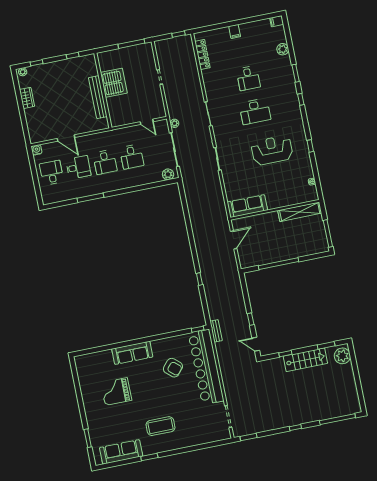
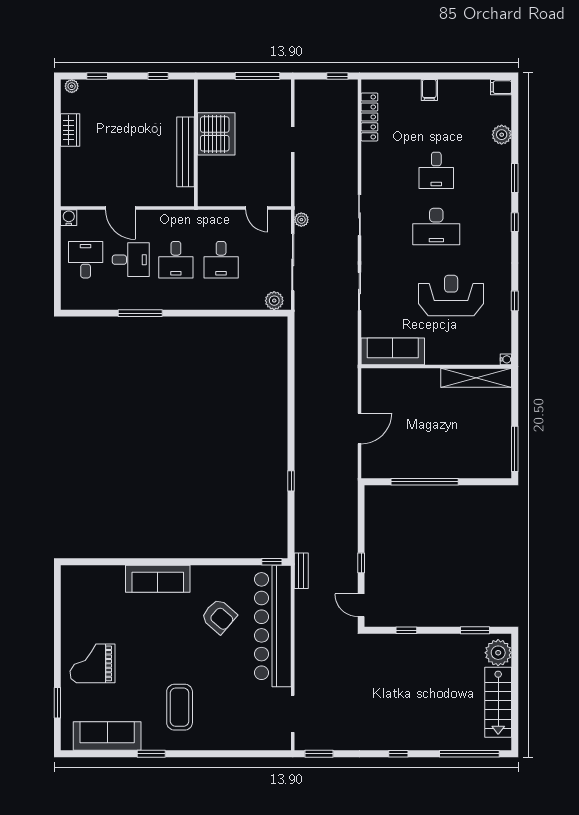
sofa: (247, 206) -> (393, 351), moved
wall: (275, 210) -> (436, 367), moved
shelving: (300, 212) -> (476, 378), moved
stairs: (305, 360) -> (498, 702), moved, turned 90
grand piano: (116, 392) -> (93, 663), moved
coffee table: (161, 426) -> (180, 707), turned 90

